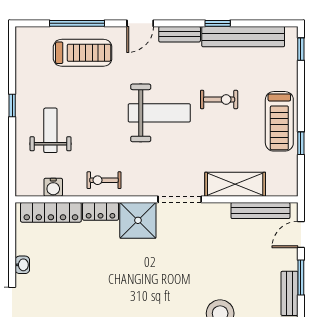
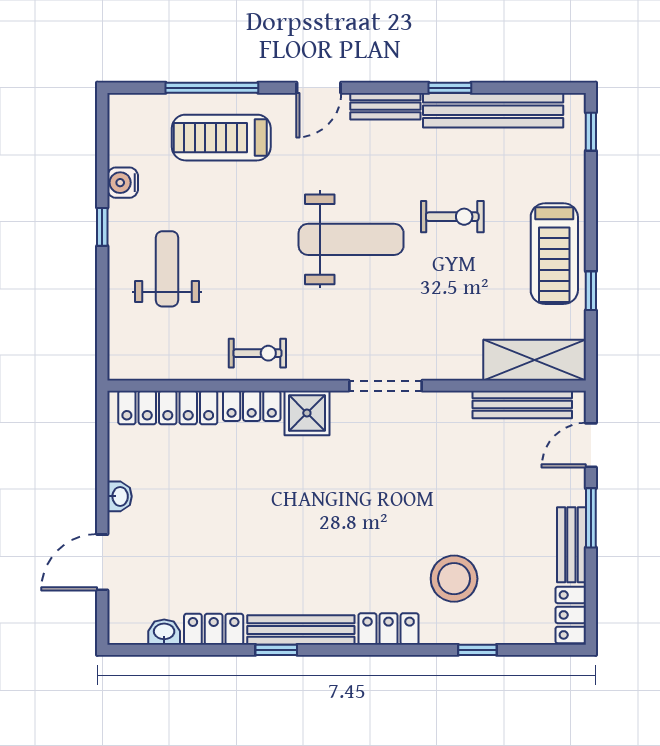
treadmill: (83, 53) -> (221, 138), turned 180
exercise bike: (104, 180) -> (257, 353), turned 180
shelving: (235, 184) -> (535, 360), moved
water cooler: (53, 187) -> (123, 183), moved, turned 90
shower: (138, 220) -> (307, 413), width x0.73, depth x0.73

